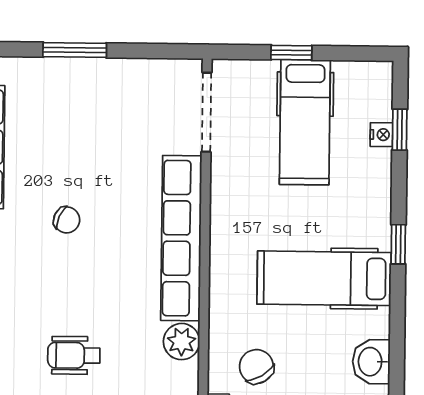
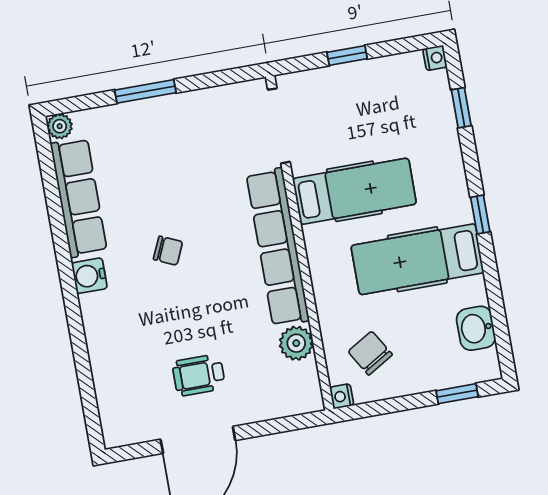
hospital bed: (305, 122) -> (354, 191), moved, turned -90
nightstand: (381, 135) -> (435, 58), moved

